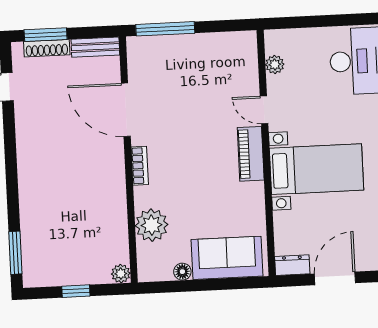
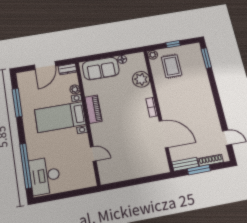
window: (165, 29) -> (150, 179), removed
window: (46, 35) -> (199, 170), moved
plant: (275, 65) -> (75, 89), moved
door: (264, 110) -> (93, 154), moved
piano: (251, 154) -> (93, 109), moved
rug: (87, 245) -> (172, 66), added

